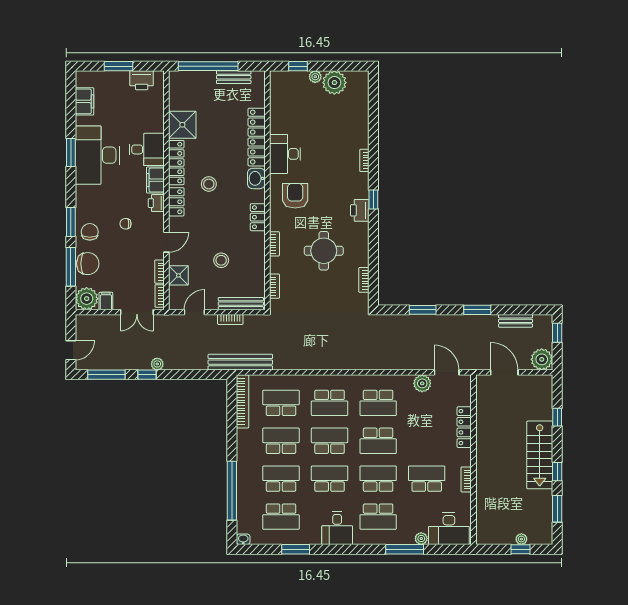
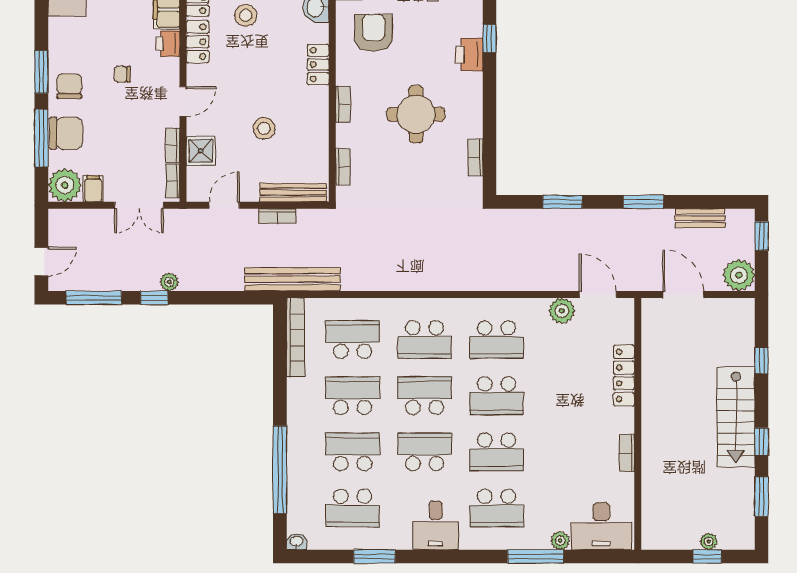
school desk: (378, 479) -> (496, 452), turned 180
school desk: (427, 479) -> (568, 452), removed

